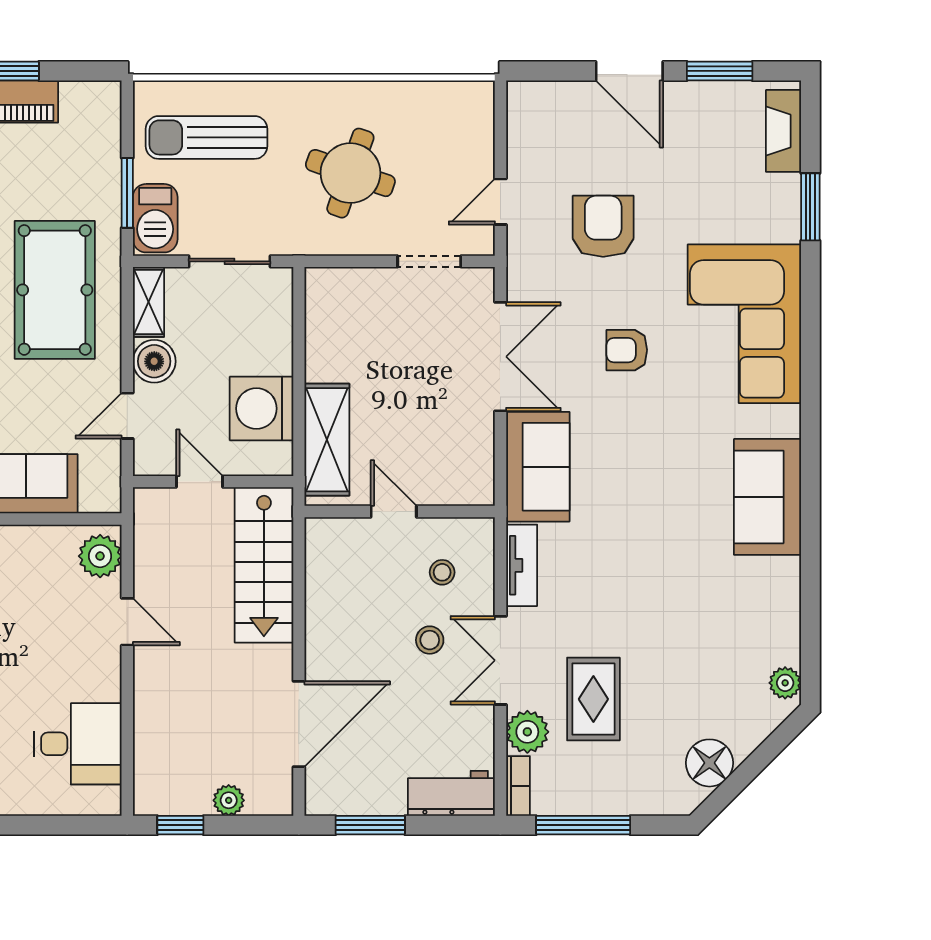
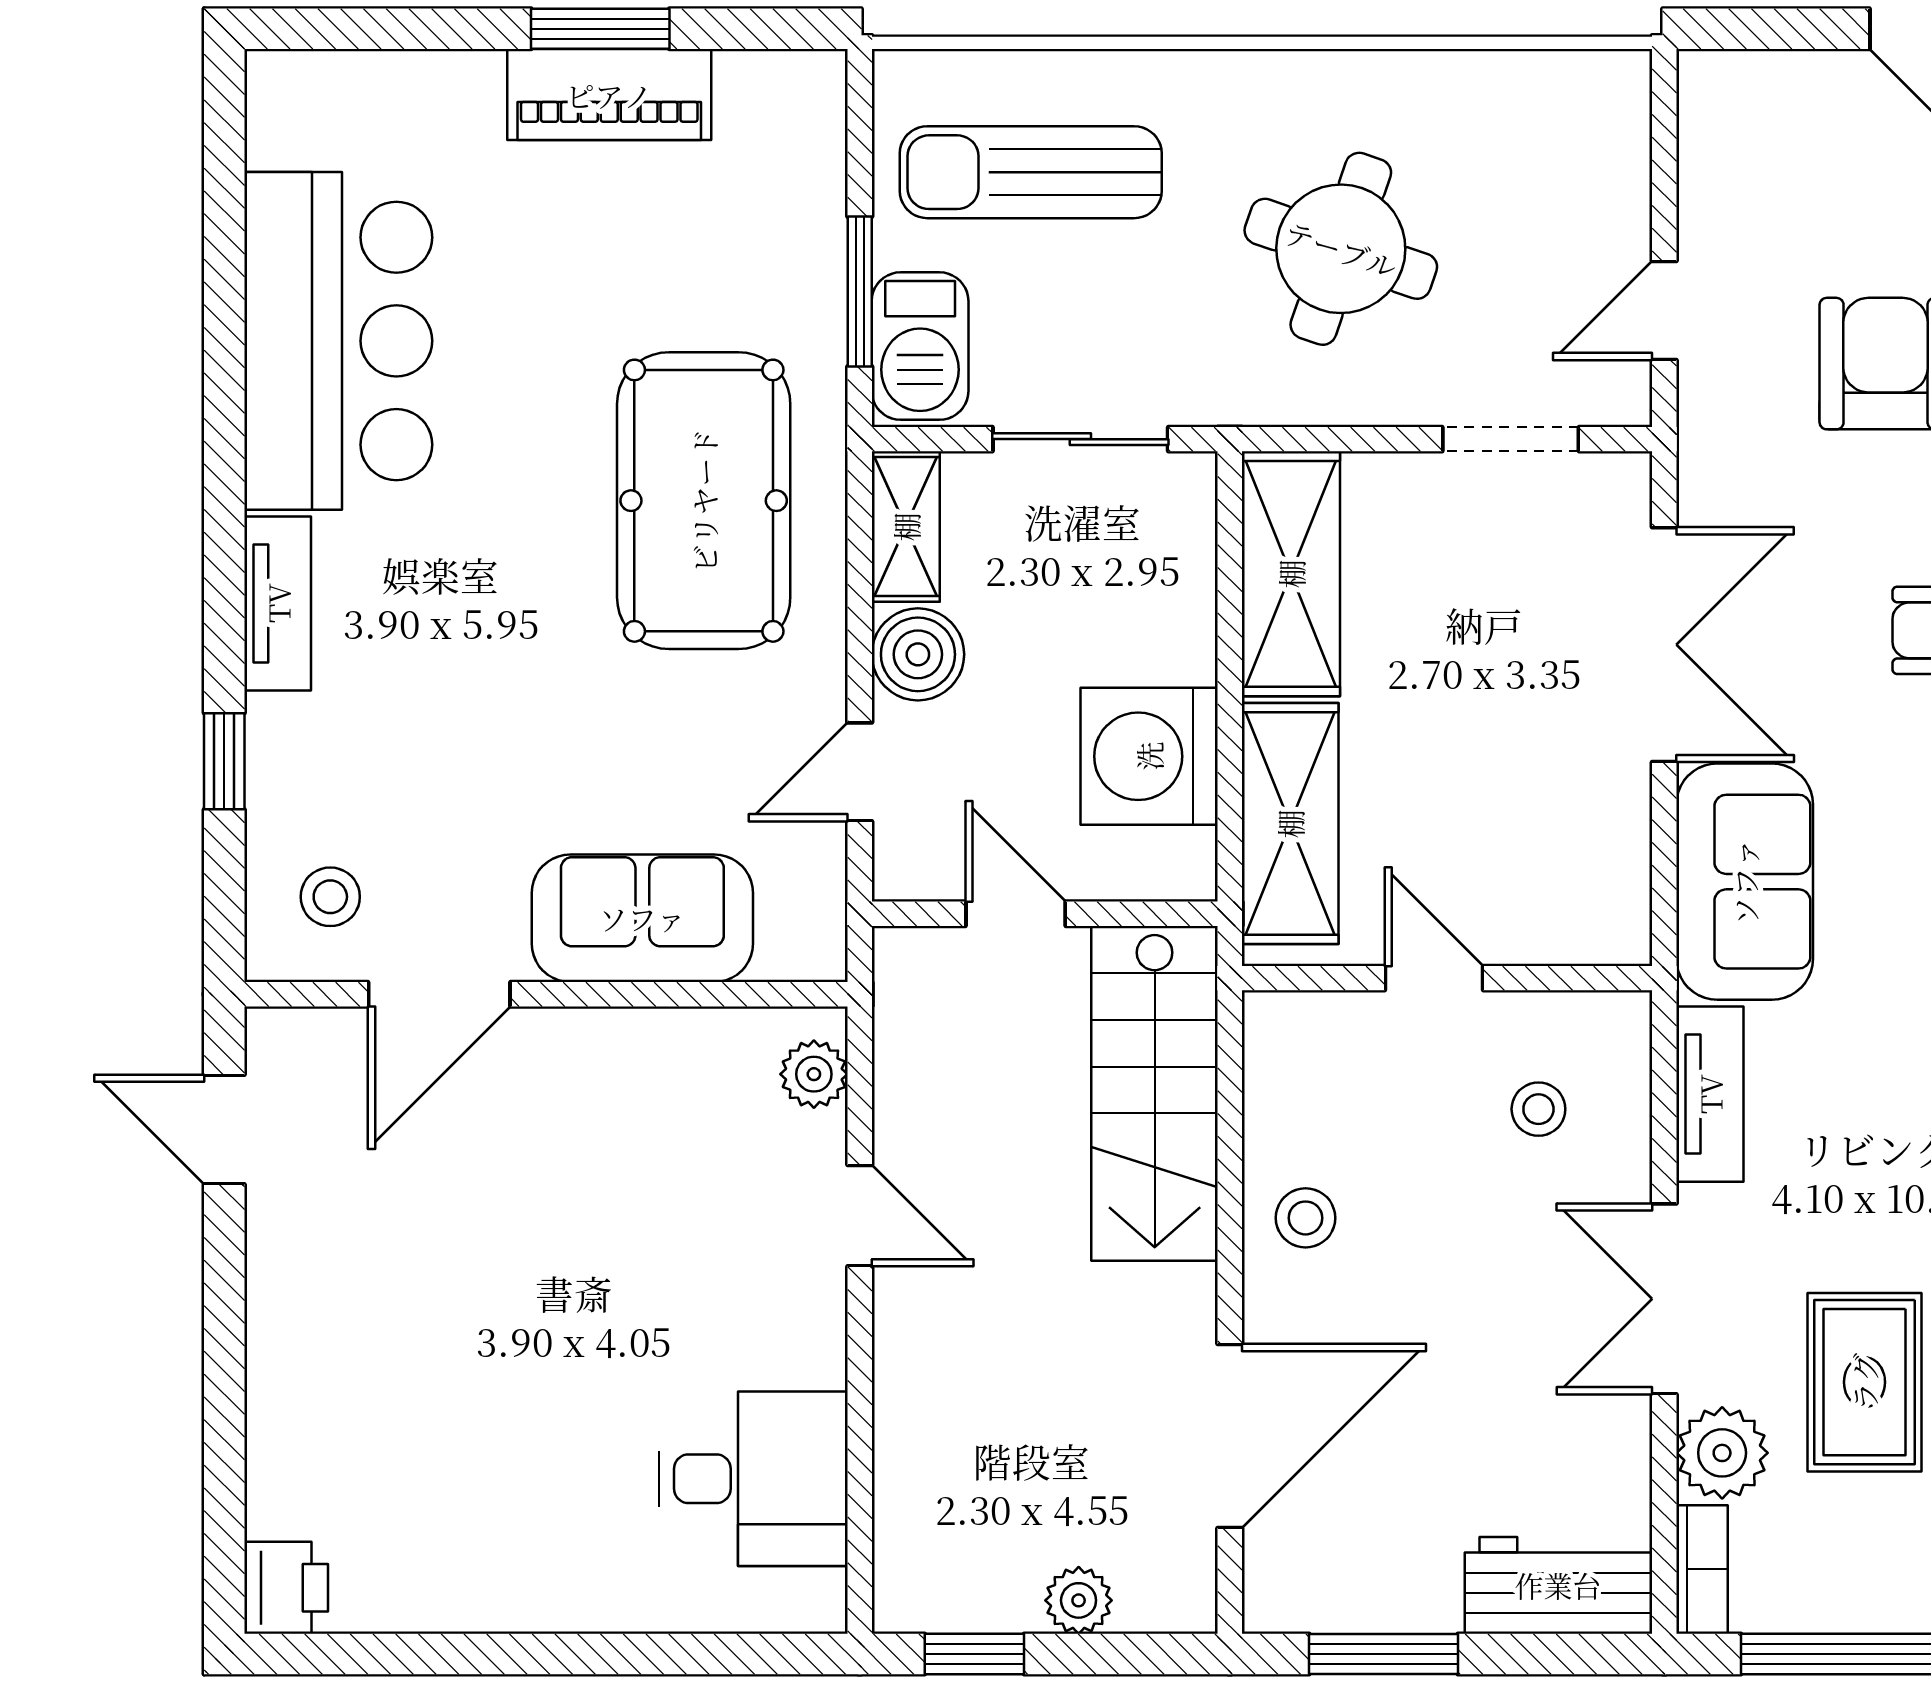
shelving: (327, 324) -> (1291, 574), added
plant: (100, 556) -> (814, 1074), width x0.73, depth x0.73
stool: (430, 640) -> (1306, 1218), moved

